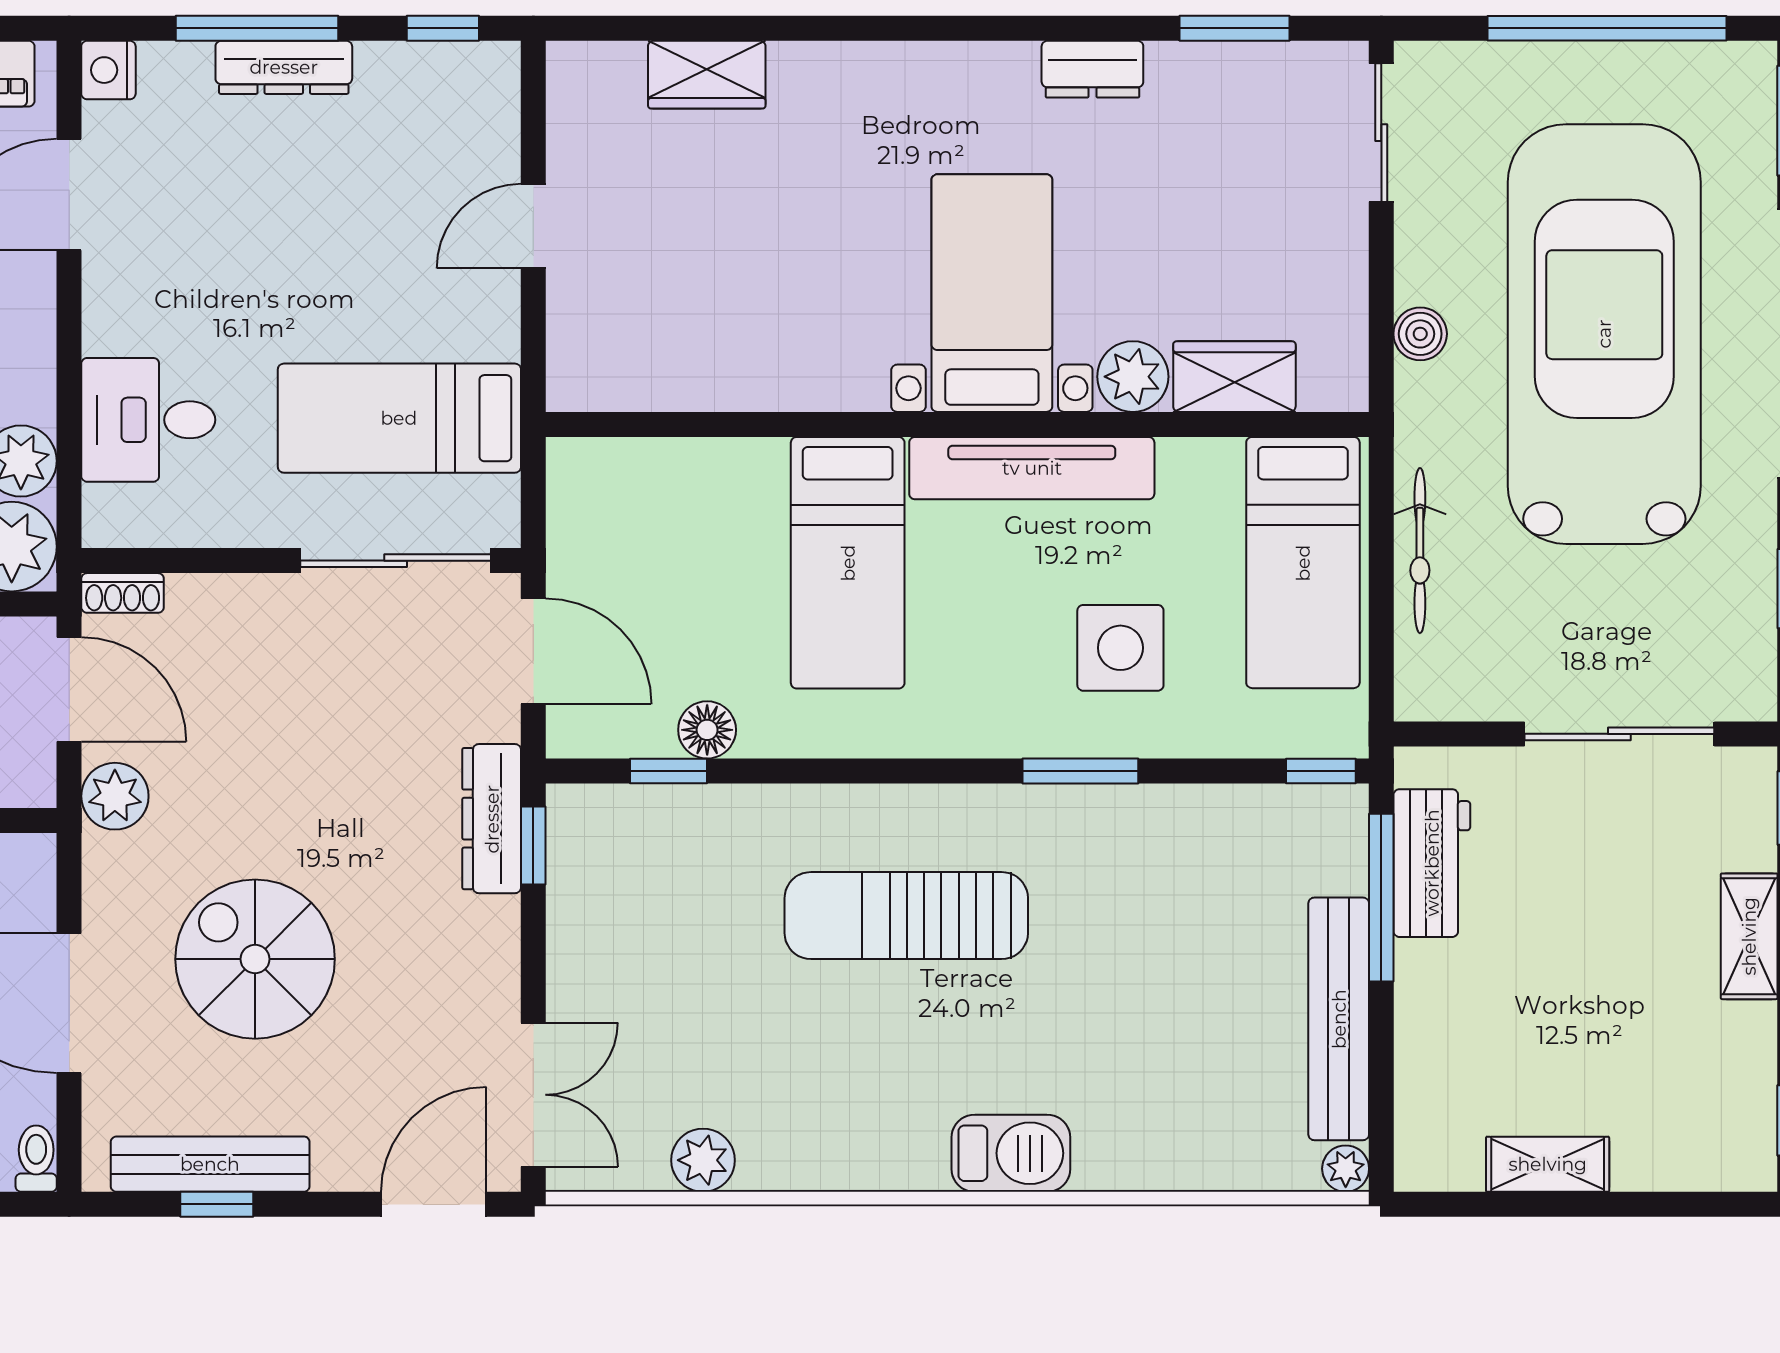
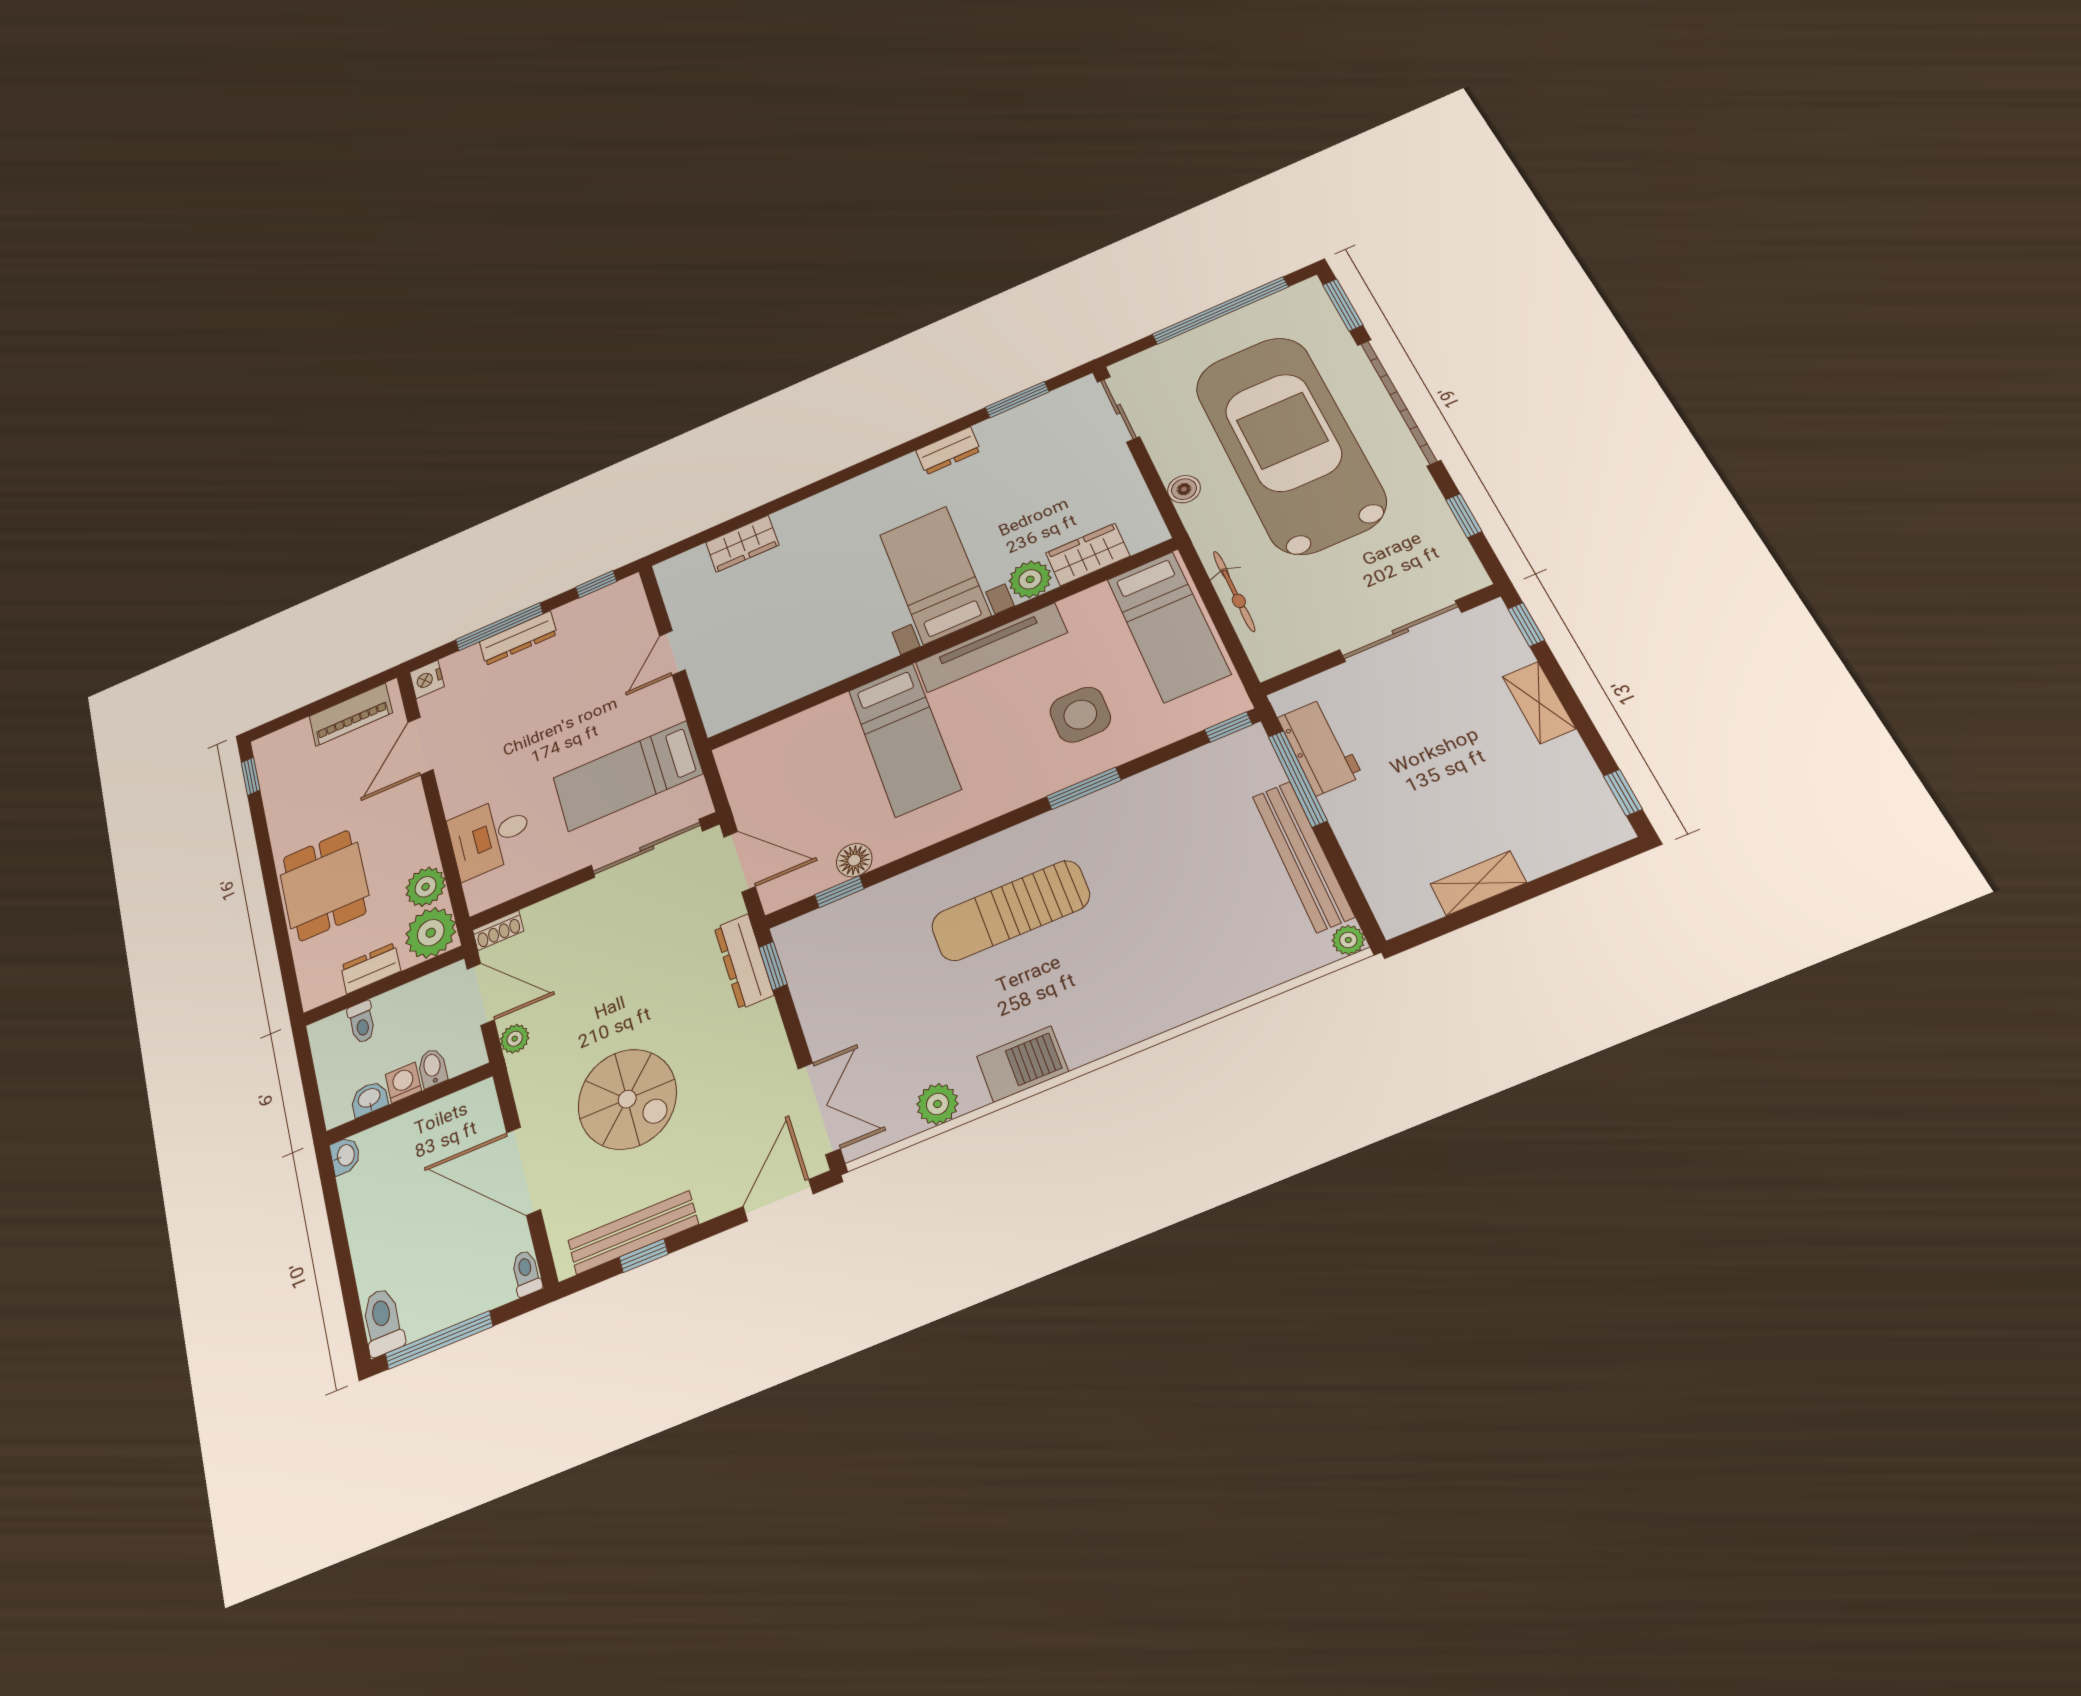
plant: (115, 796) -> (515, 1039), width x0.73, depth x0.73
spiral stairs: (255, 959) -> (627, 1099), turned 180
barbecue: (1011, 1153) -> (1022, 1064), moved

